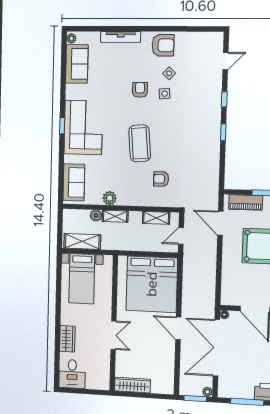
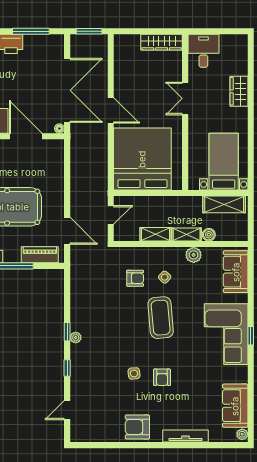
side table: (169, 73) -> (165, 277), moved
shelving: (156, 218) -> (155, 234), moved
desk: (72, 374) -> (203, 51), moved
plant: (207, 392) -> (76, 337), moved

